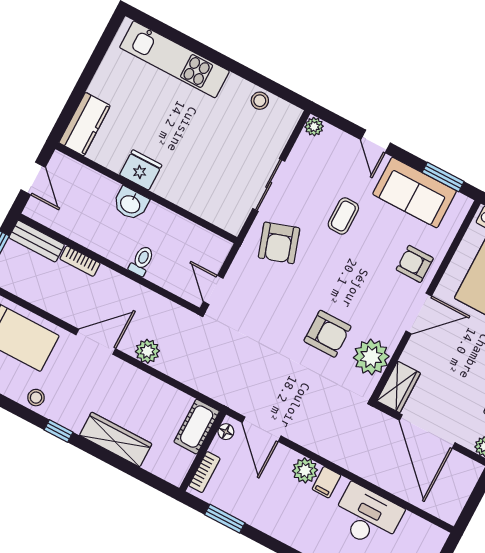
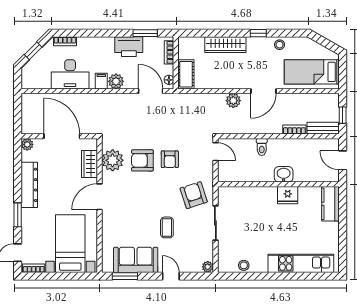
armchair: (415, 264) -> (170, 159), moved, turned 90
wardrobe: (399, 387) -> (90, 164), moved
printer: (259, 511) -> (129, 47), added

